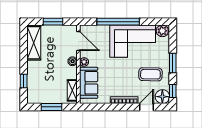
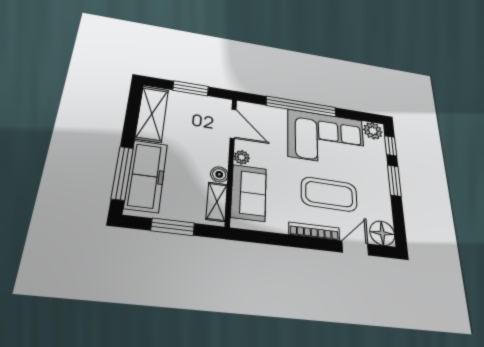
boiler: (73, 61) -> (219, 174), moved
coffee table: (150, 74) -> (329, 194), moved, width x1.36, depth x1.32
window: (24, 81) -> (122, 173), width x2.17
freezer: (35, 81) -> (146, 176), added
window: (173, 91) -> (391, 146), moved

